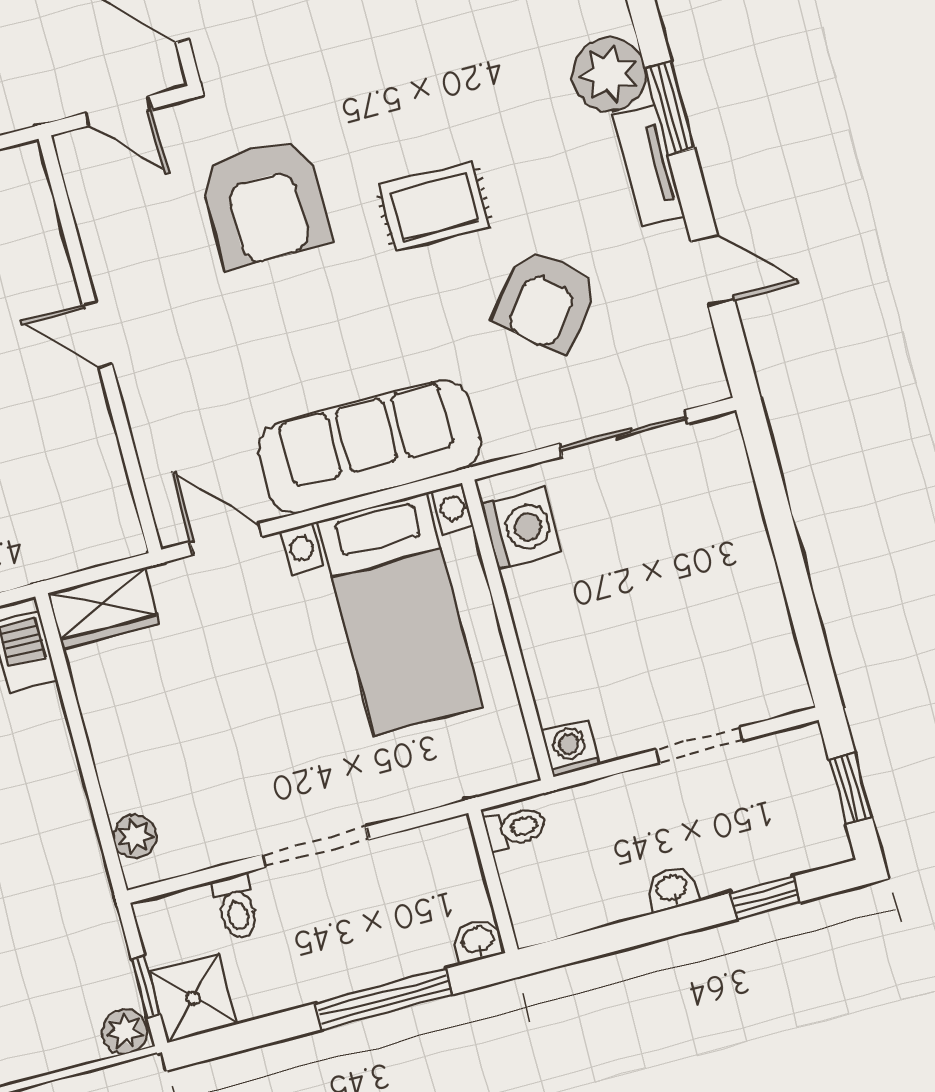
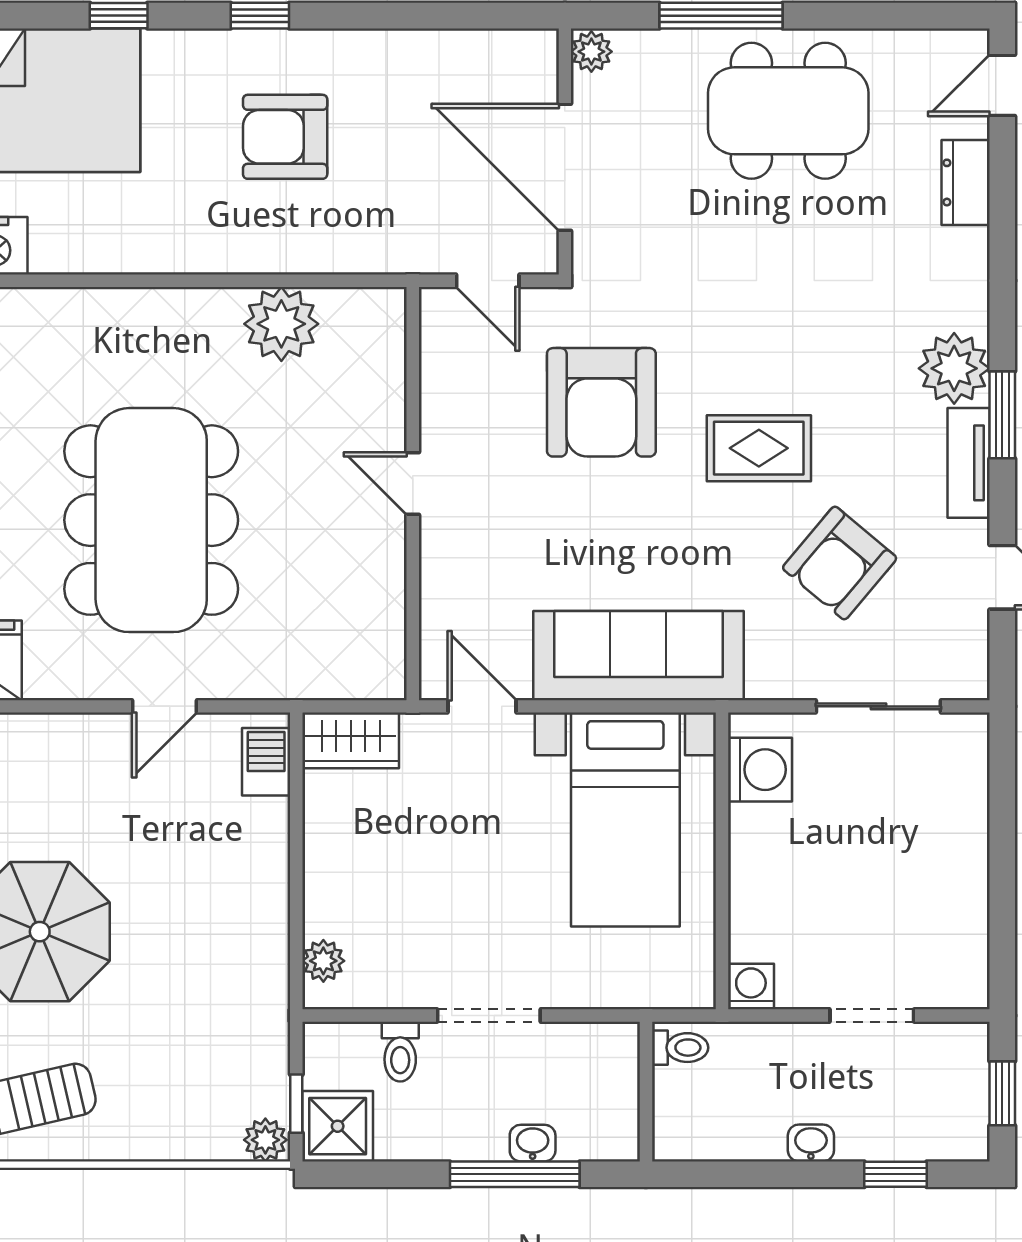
washbasin: (478, 941) -> (533, 1143), moved

